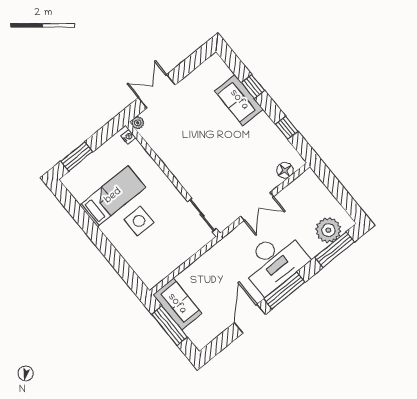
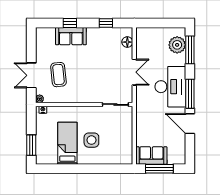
coffee table: (183, 122) -> (58, 75), added

